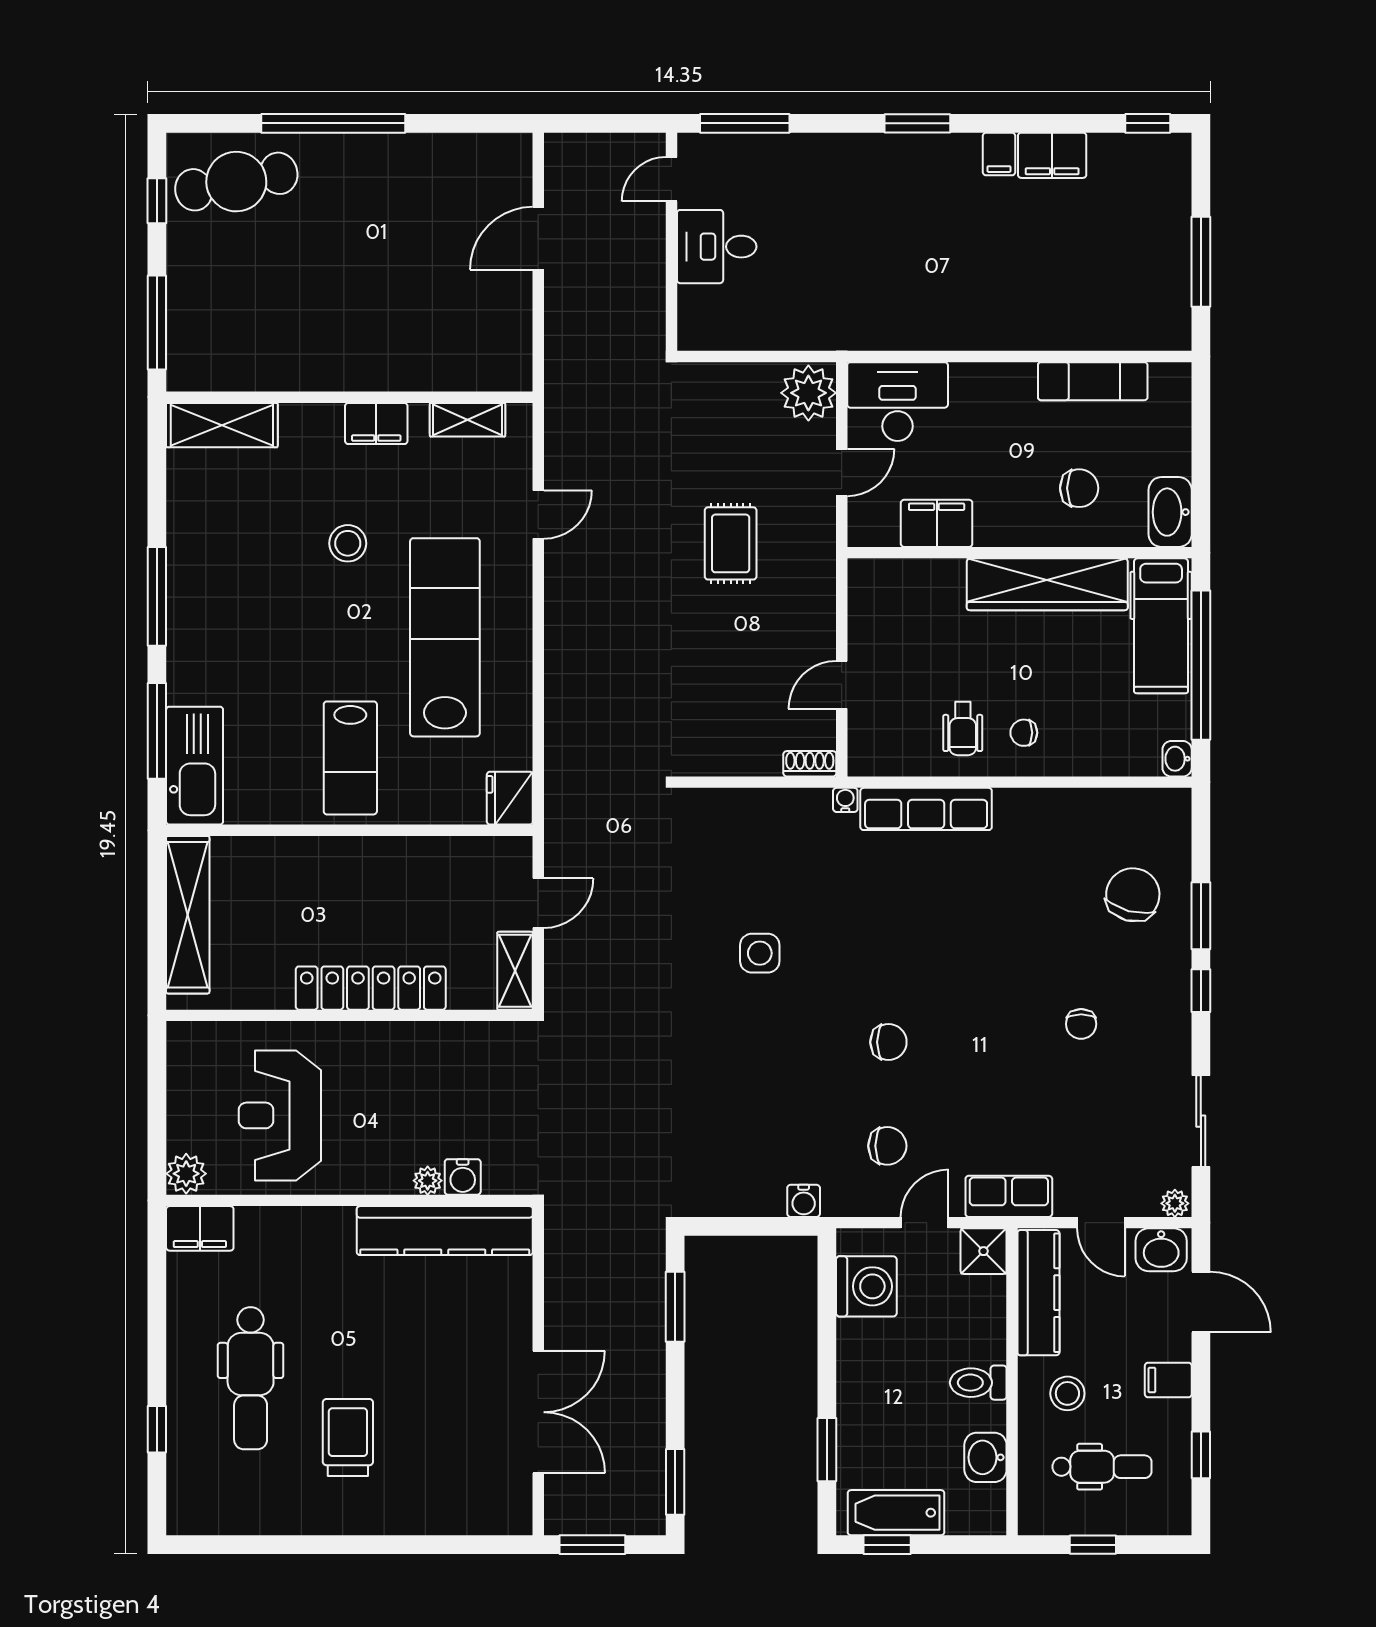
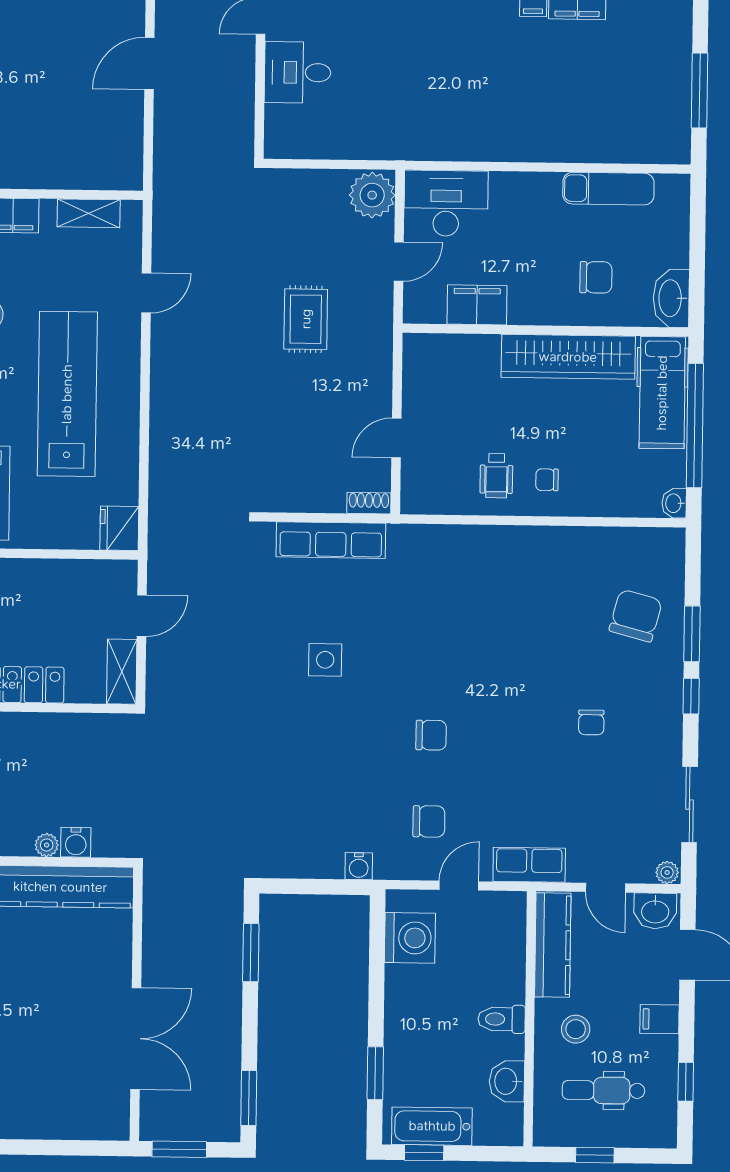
water cooler: (845, 800) -> (398, 534), removed
row of seats: (926, 809) -> (331, 540), moved
shower: (984, 1251) -> (508, 910), removed
dental chair: (1102, 1467) -> (603, 1090), turned 180

